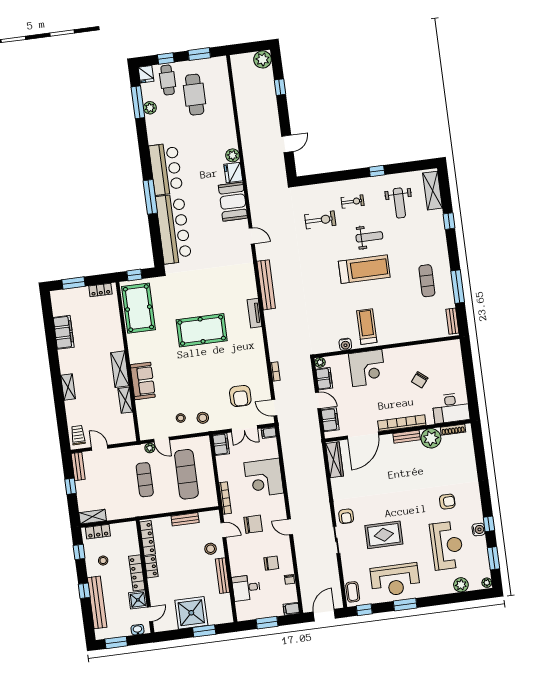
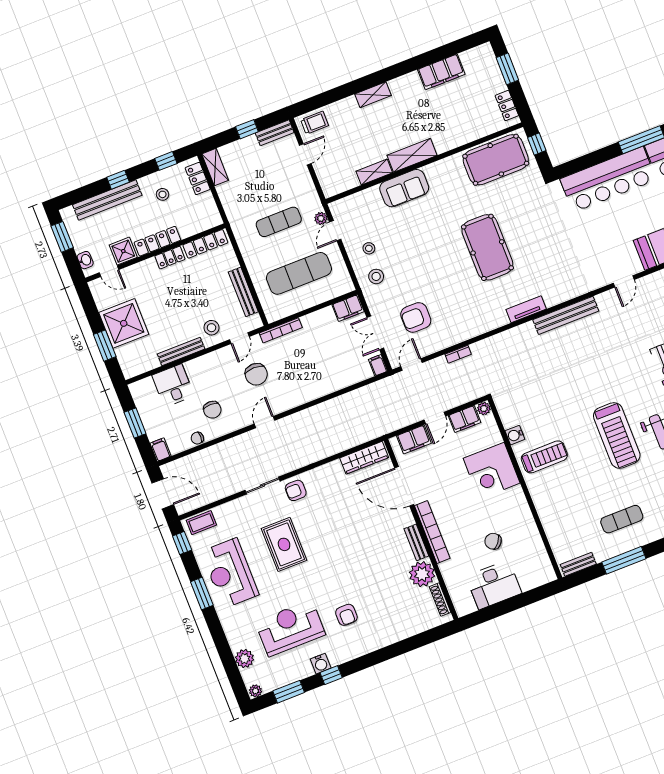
desk: (451, 408) -> (494, 585), moved, turned -90
corner desk: (264, 478) -> (319, 373), removed
bench: (185, 519) -> (243, 292), width x1.36
reception desk: (447, 546) -> (290, 628), turned 180

